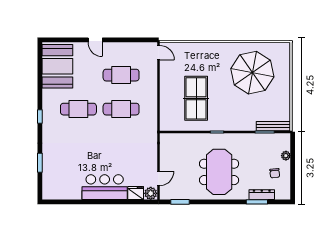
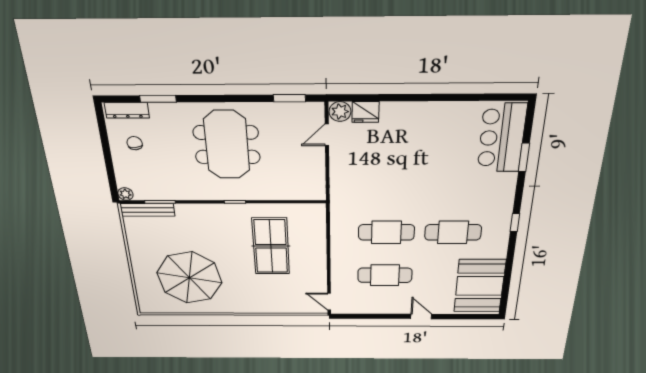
plant: (286, 156) -> (125, 194), moved
bar counter: (105, 187) -> (502, 138), moved, turned 90
dresser: (262, 195) -> (127, 110), moved

